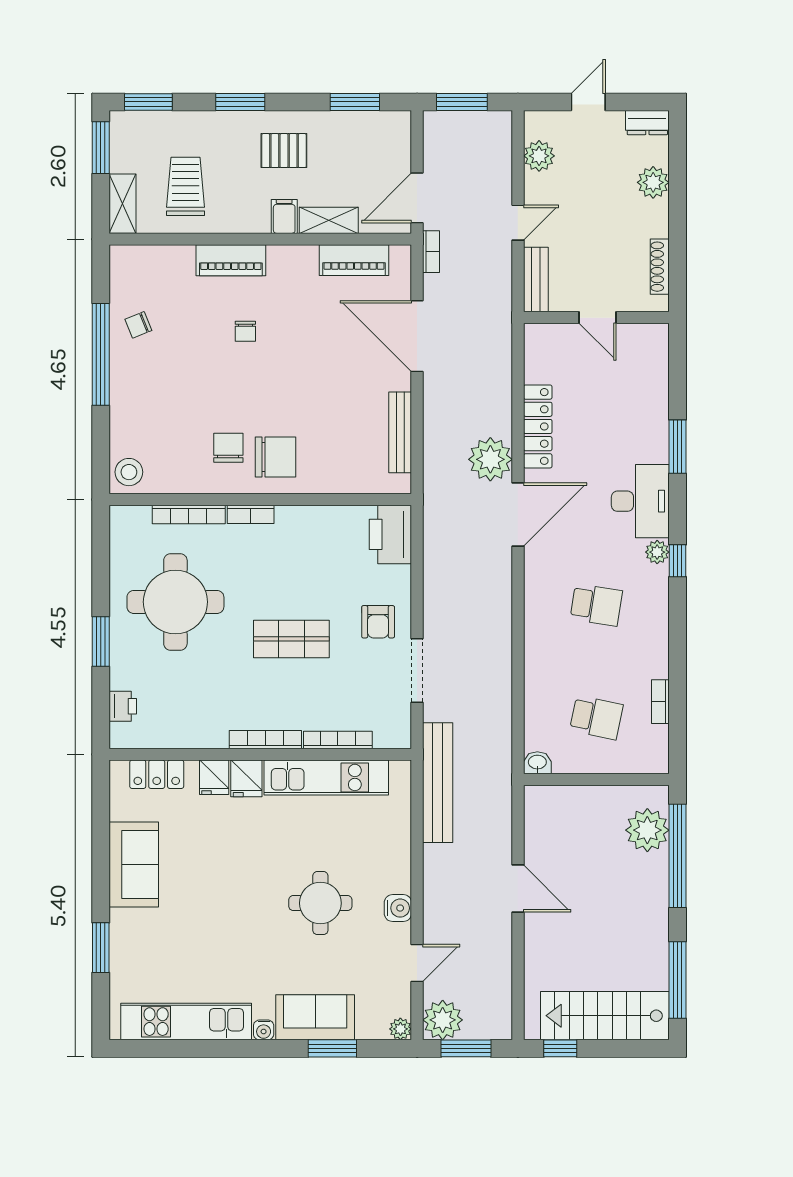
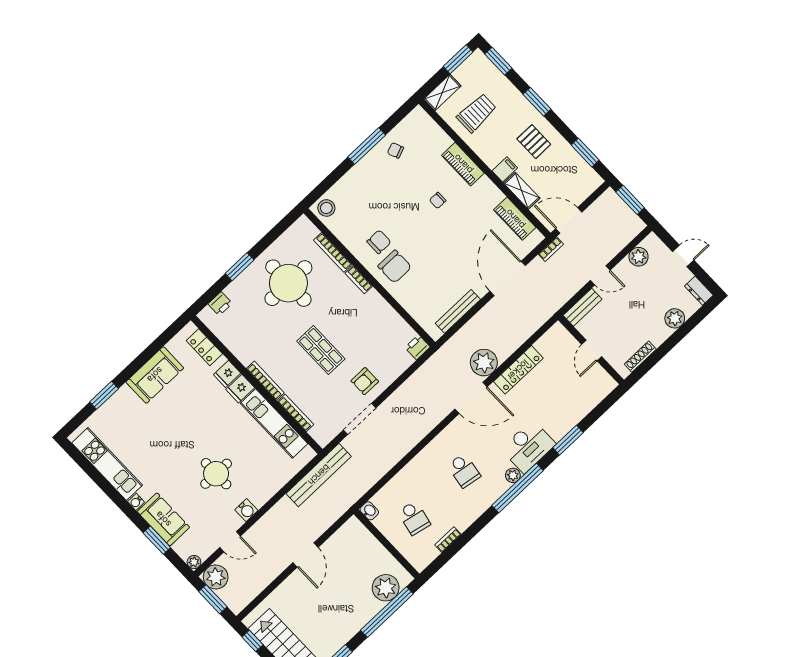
window: (101, 354) -> (367, 146), width x0.68
printer: (390, 534) -> (418, 347), width x0.53, depth x0.68
window: (678, 561) -> (518, 488), width x3.17

